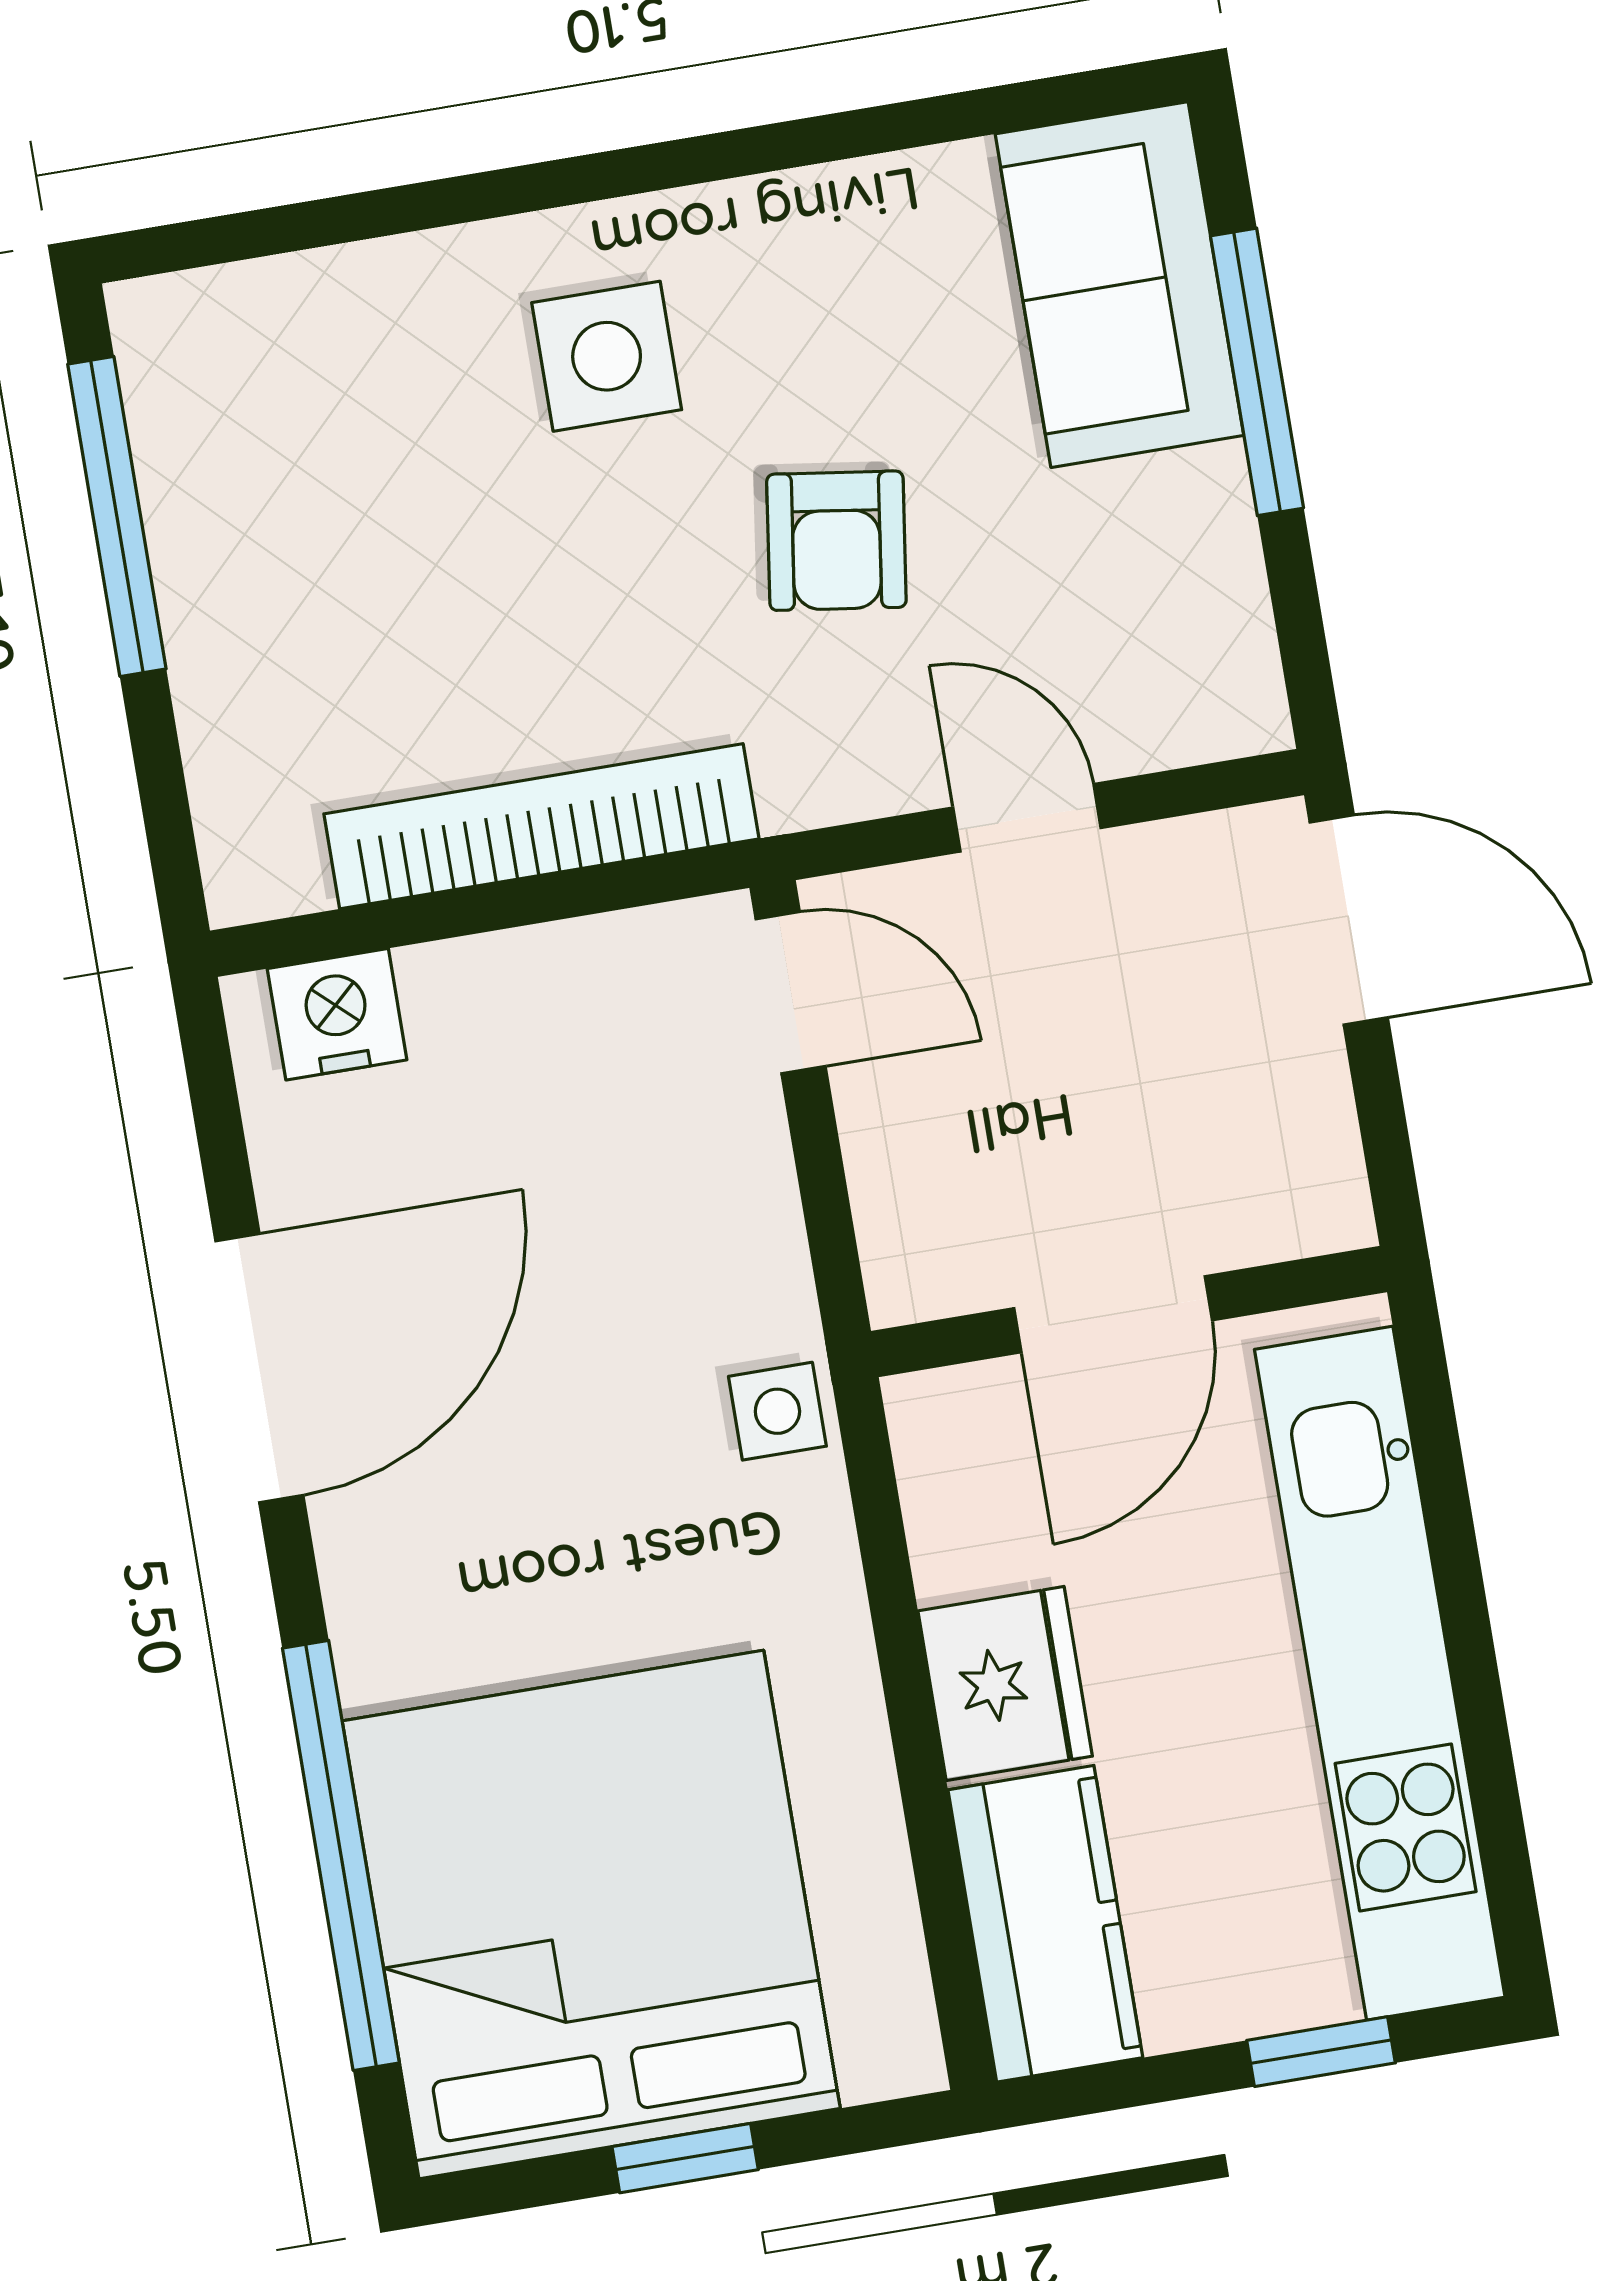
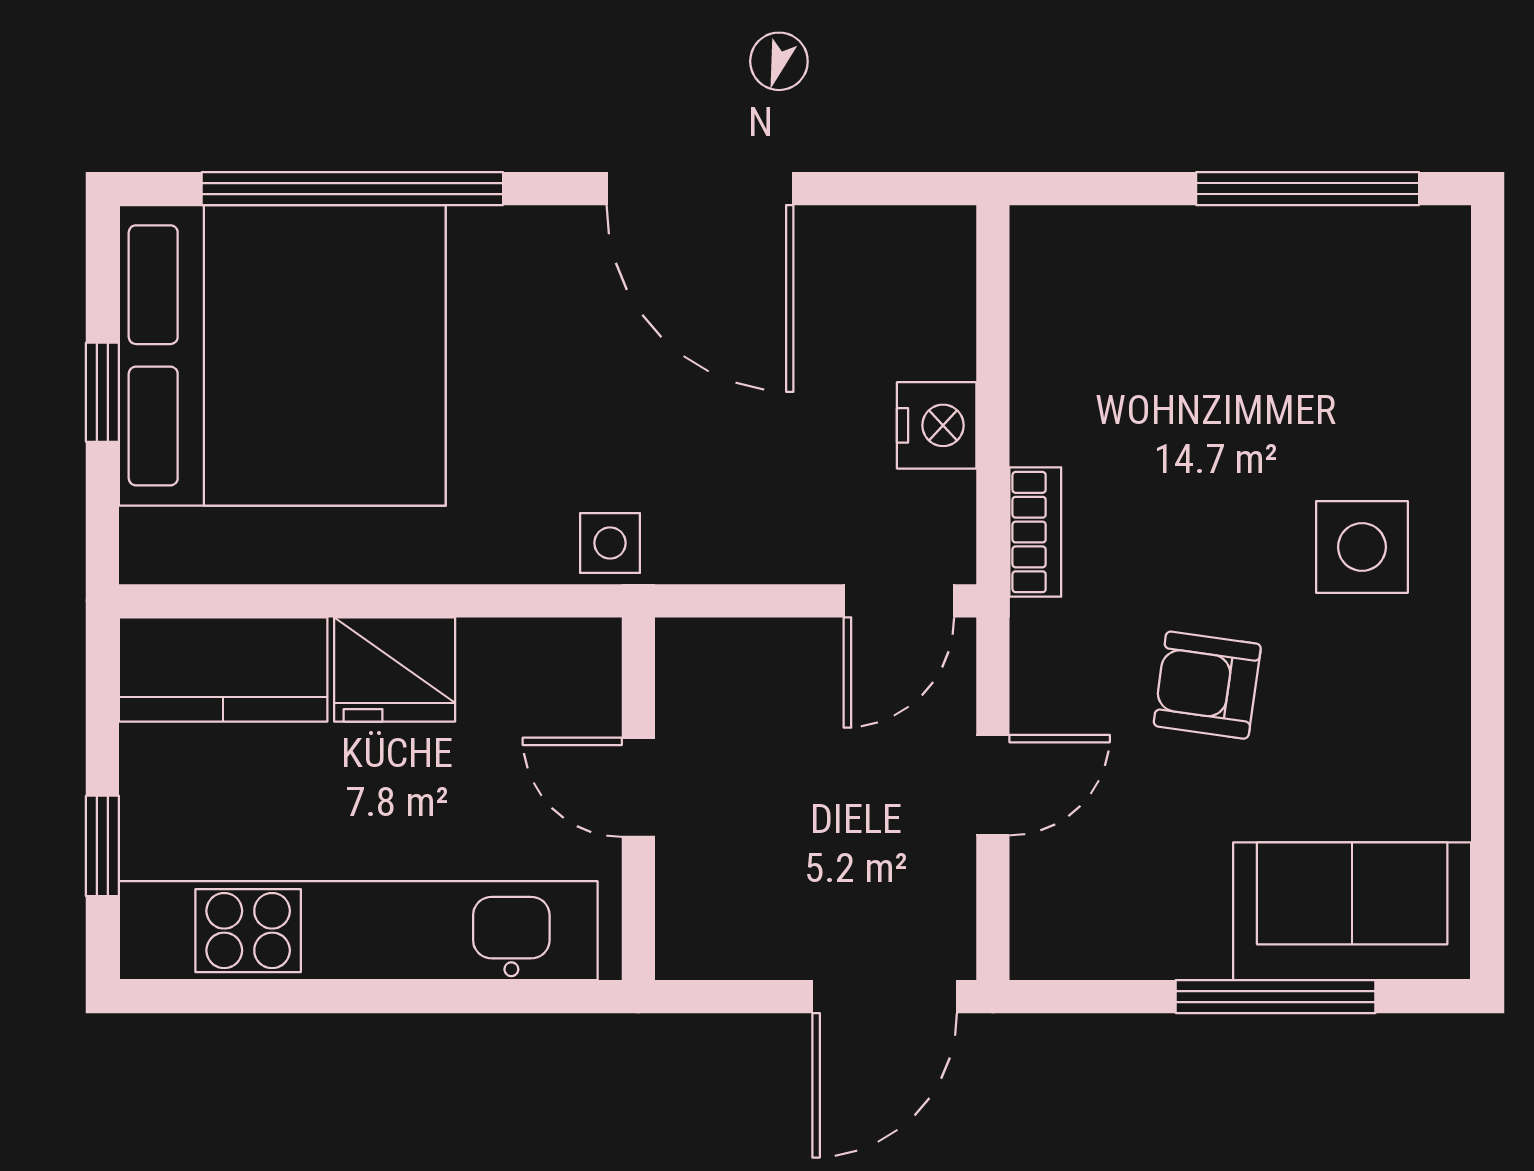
bookcase: (541, 826) -> (1035, 532), width x0.43, depth x0.76
nightstand: (337, 1014) -> (937, 425), moved
door: (1113, 1314) -> (638, 787), width x0.73

